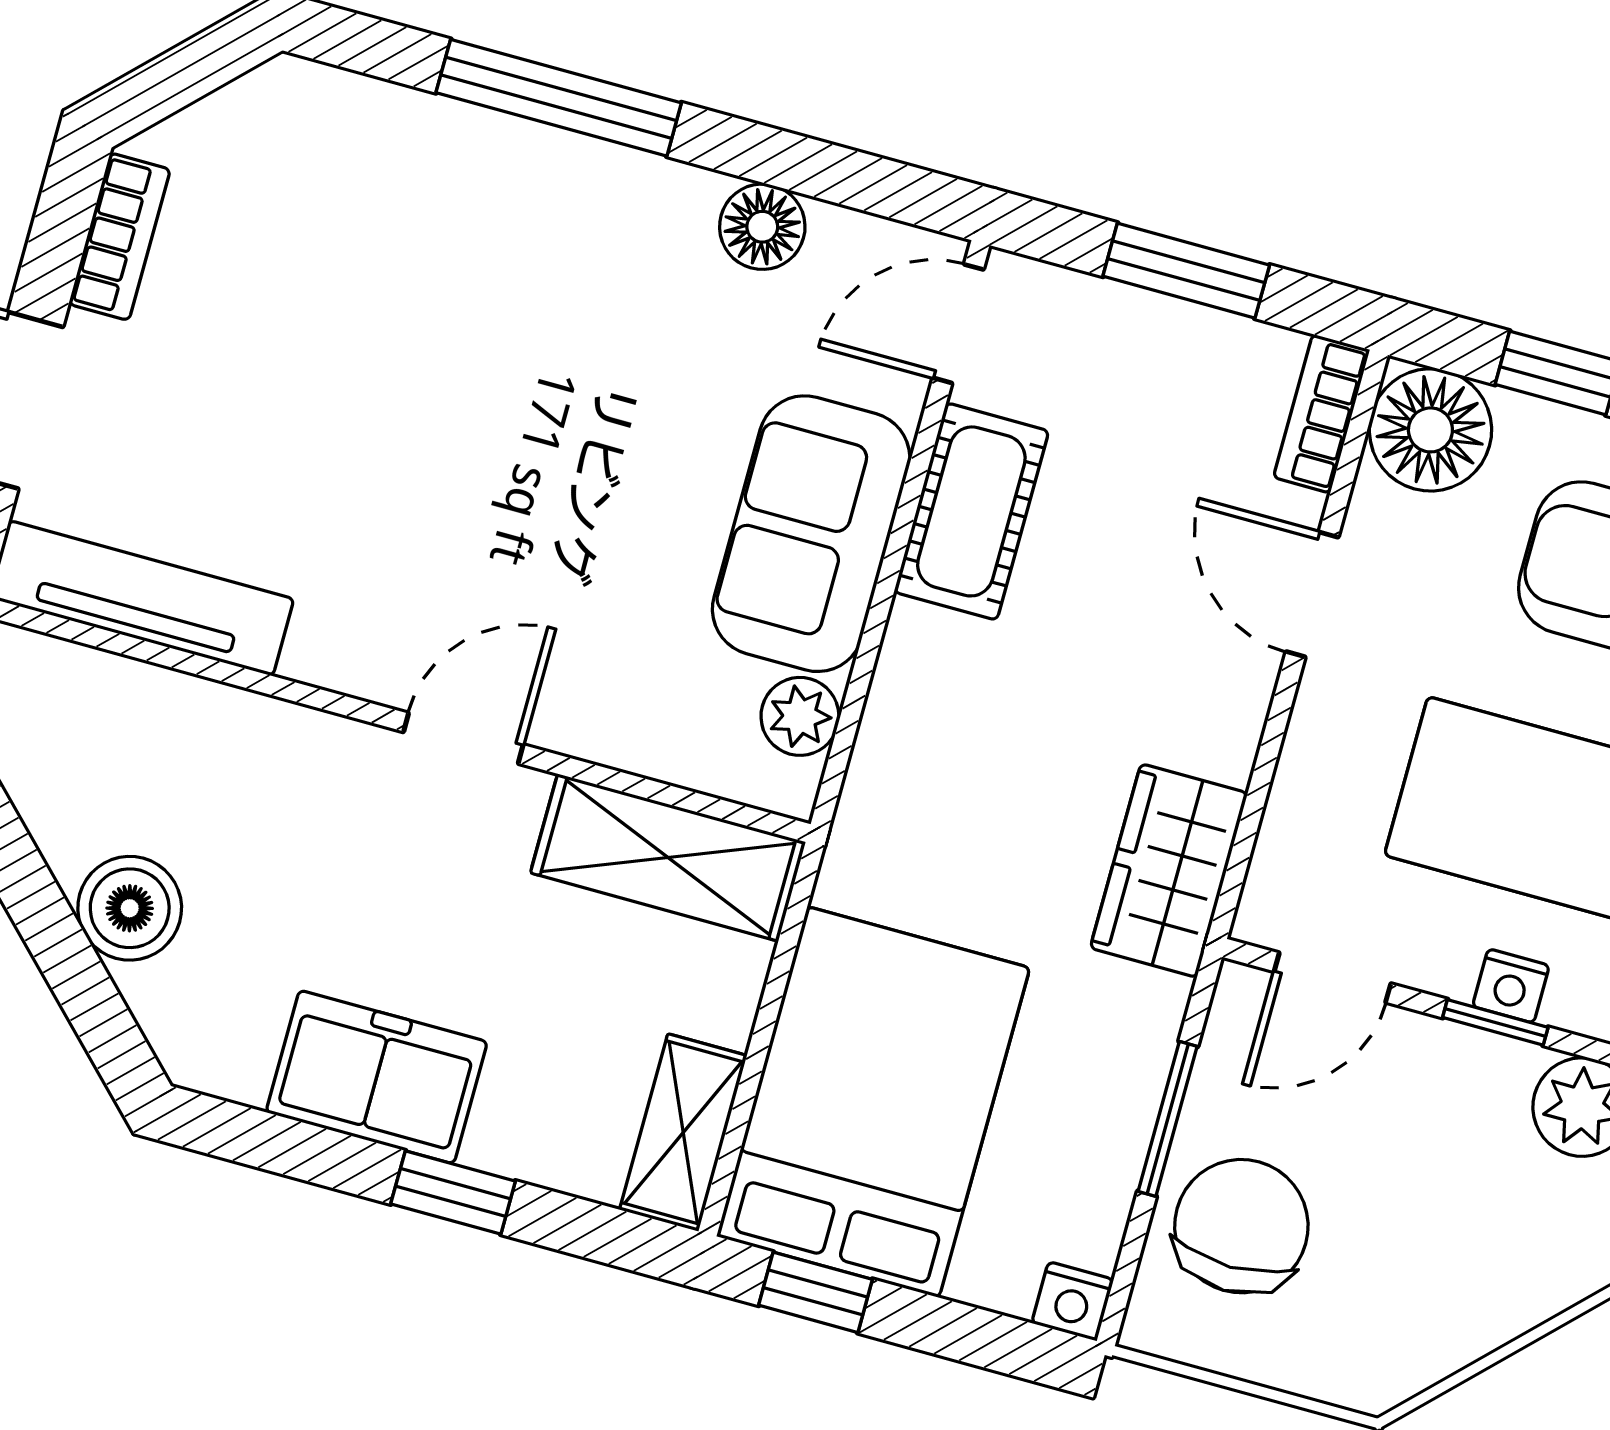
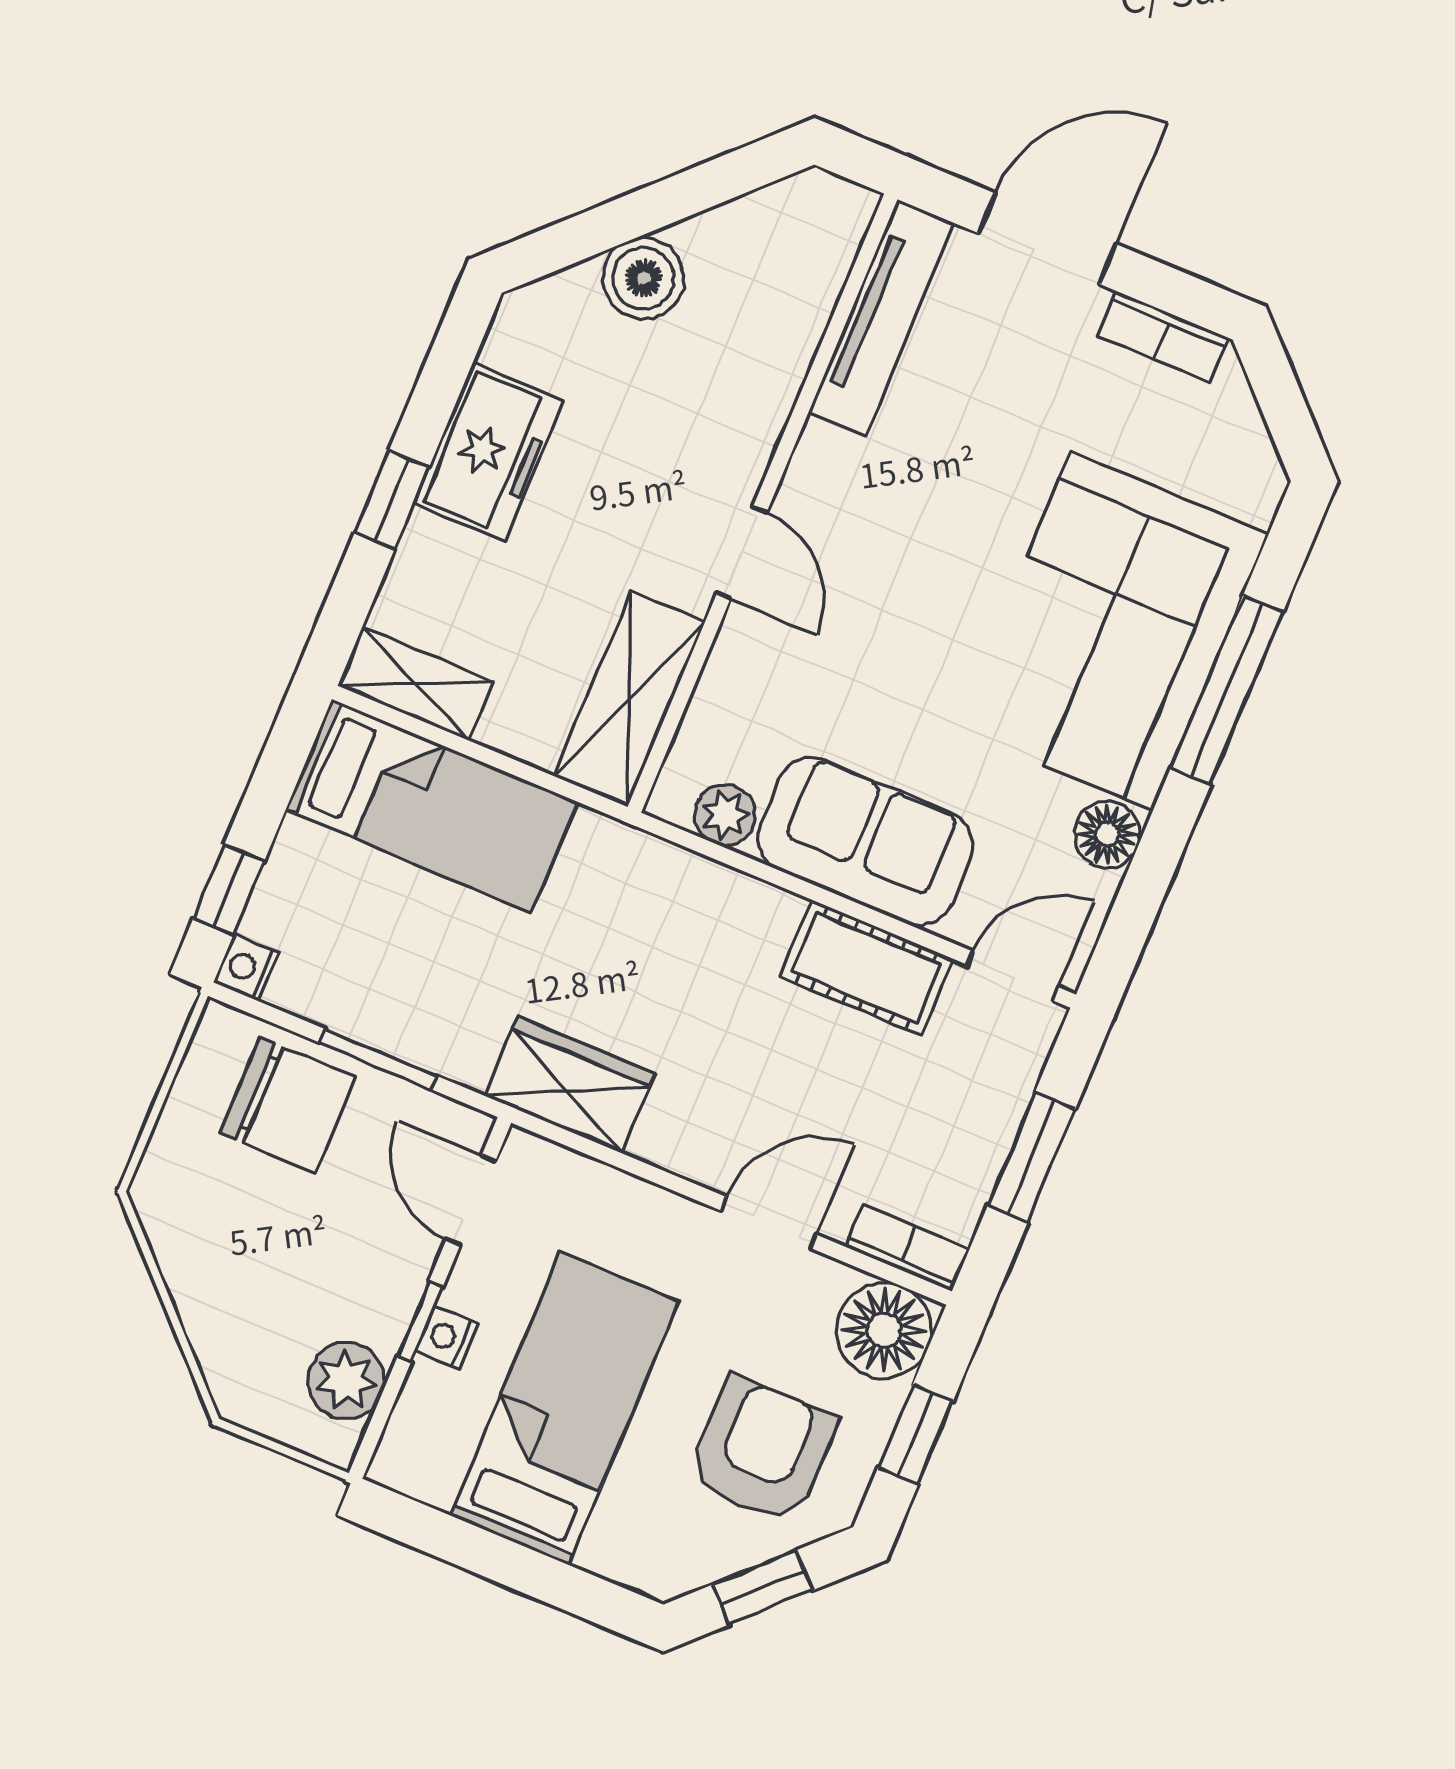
corner sofa: (503, 254) -> (1112, 631), added
door: (958, 324) -> (1013, 976), hinge flipped
bed: (873, 1102) -> (432, 806), width x0.67
window: (815, 1292) -> (229, 890), moved

